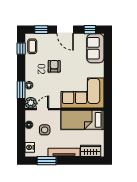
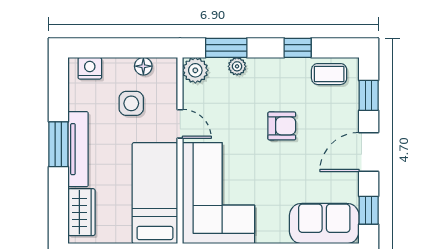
window: (21, 49) -> (298, 48), moved
door: (42, 109) -> (180, 124), moved
window: (47, 161) -> (58, 144), moved

